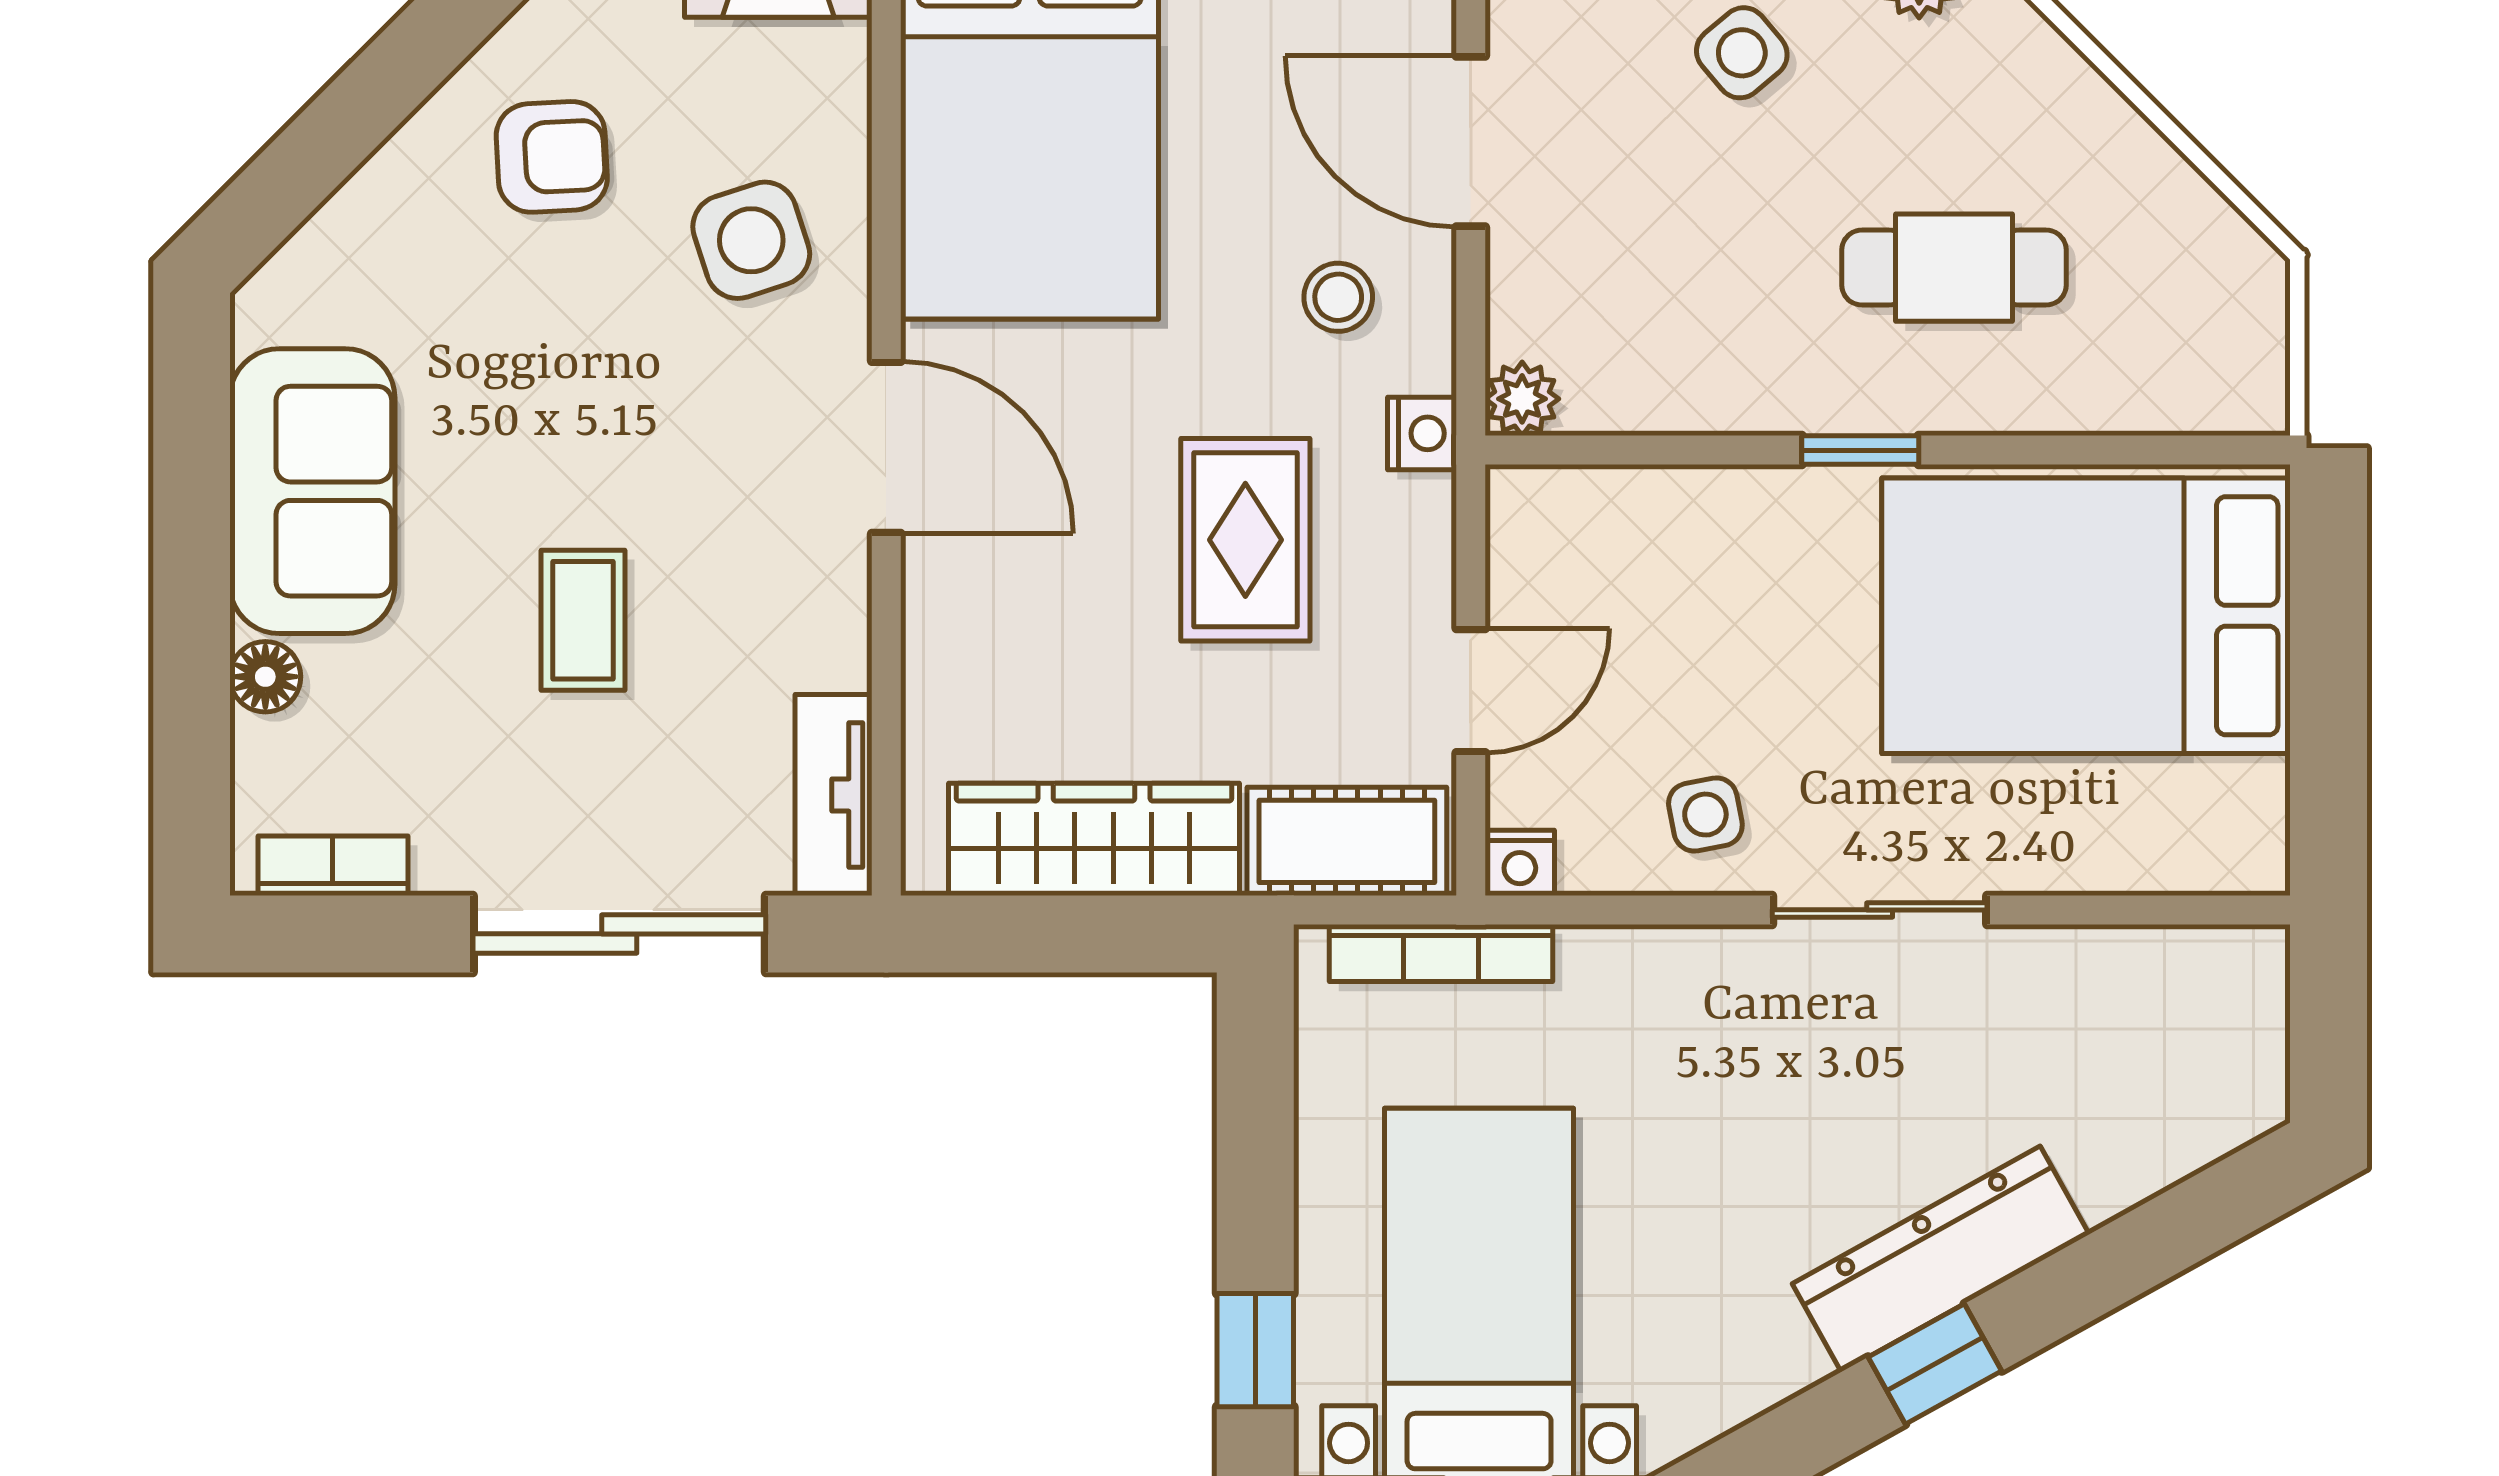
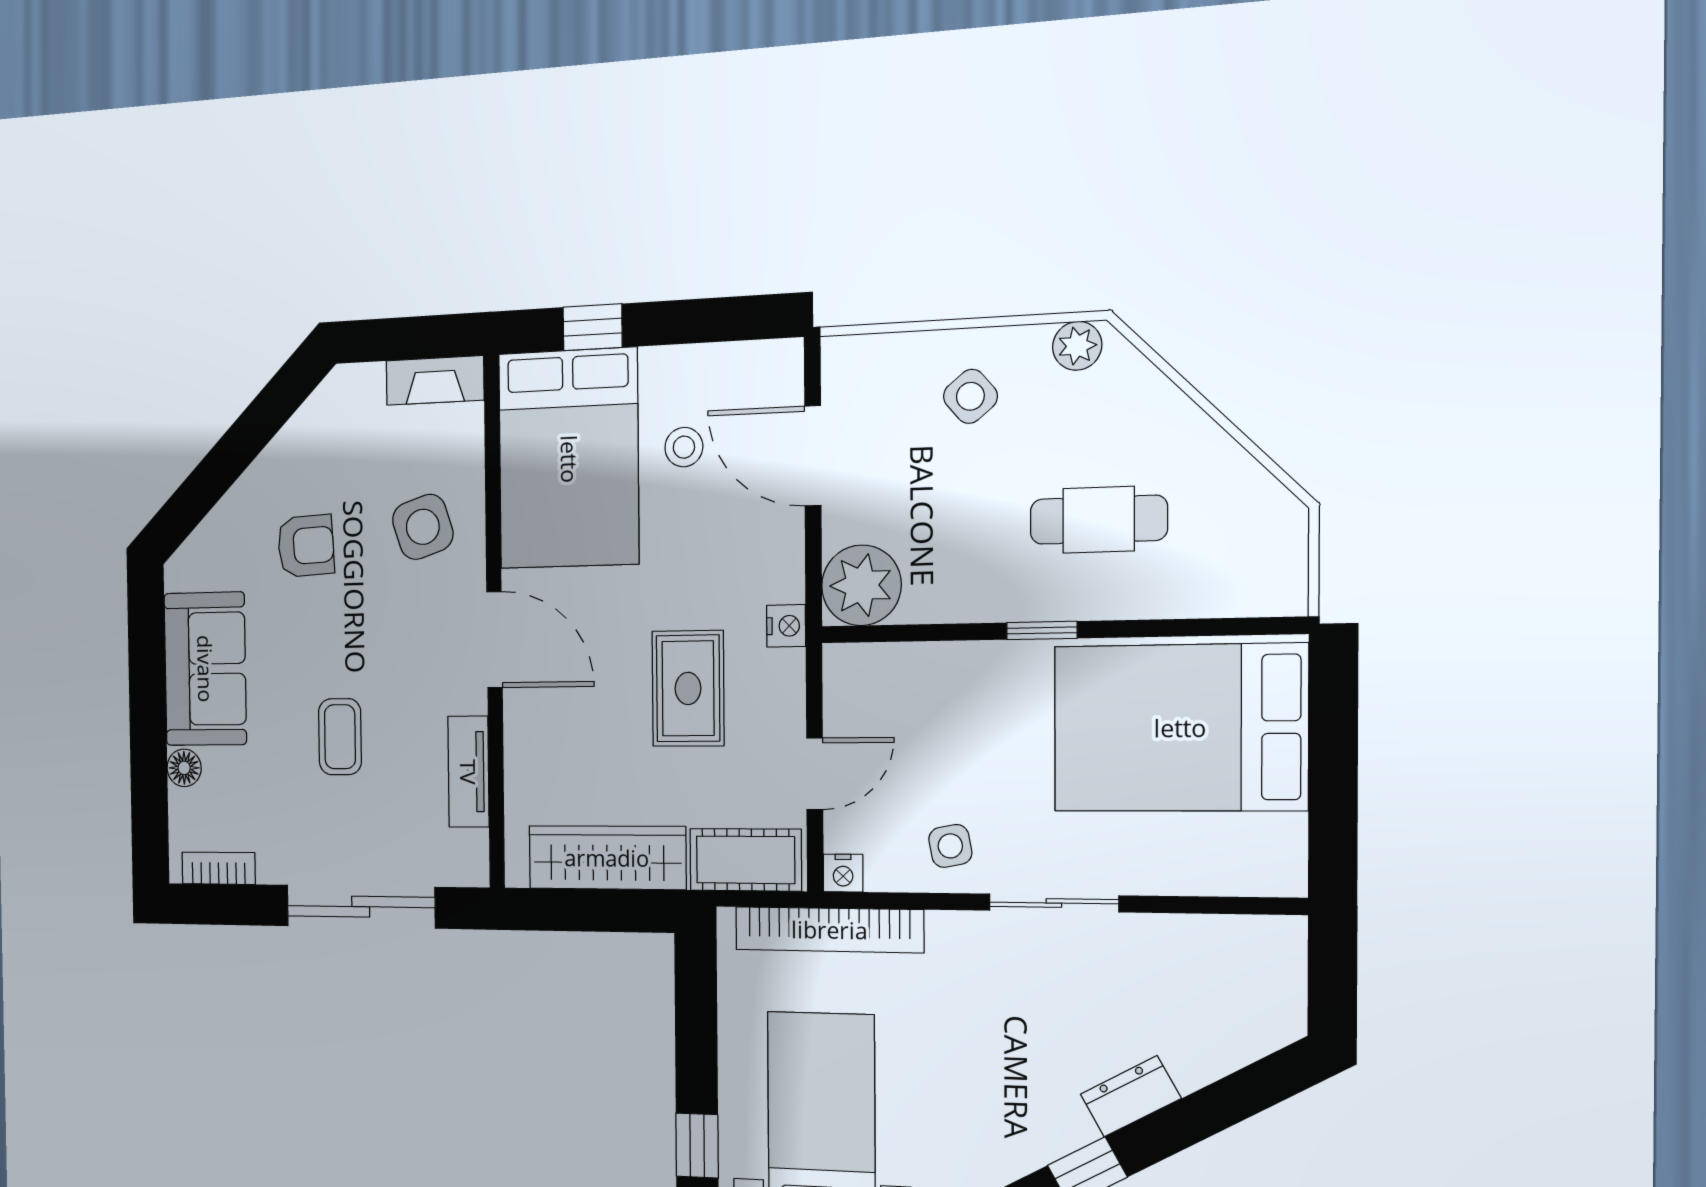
armchair: (552, 157) -> (306, 546), moved
stool: (1338, 297) -> (684, 447), moved
plant: (1522, 399) -> (861, 585), width x1.87, depth x1.87
tv unit: (834, 795) -> (468, 772), moved
bookcase: (1441, 953) -> (829, 930), width x1.48, depth x1.31
dresser: (1941, 1259) -> (1131, 1096), width x0.51, depth x0.80

